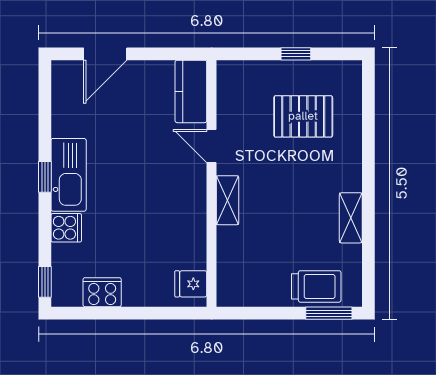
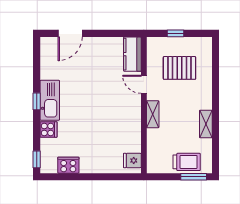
kitchen counter: (191, 91) -> (132, 54), moved
door: (212, 146) -> (144, 84), moved
wall: (212, 183) -> (144, 105), moved
shelving: (228, 200) -> (153, 114), moved
fridge: (191, 284) -> (132, 161), moved

